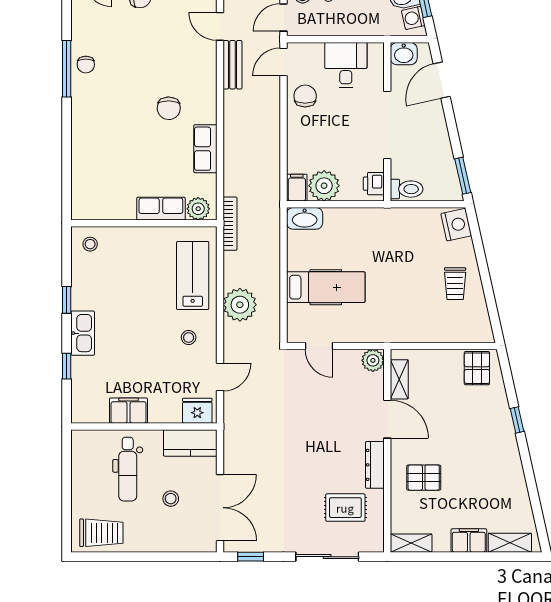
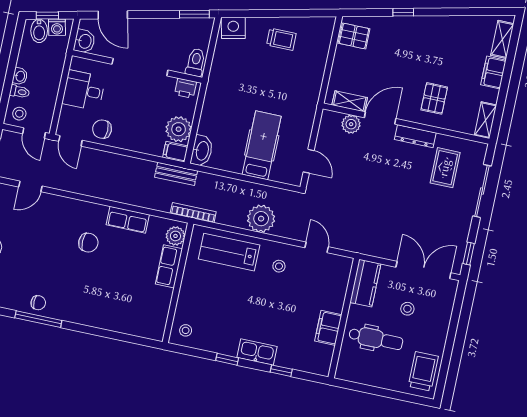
bench: (233, 65) -> (176, 174), moved
door: (319, 346) -> (309, 161), hinge flipped
plant: (373, 360) -> (351, 124), moved
fridge: (197, 411) -> (340, 272), removed

